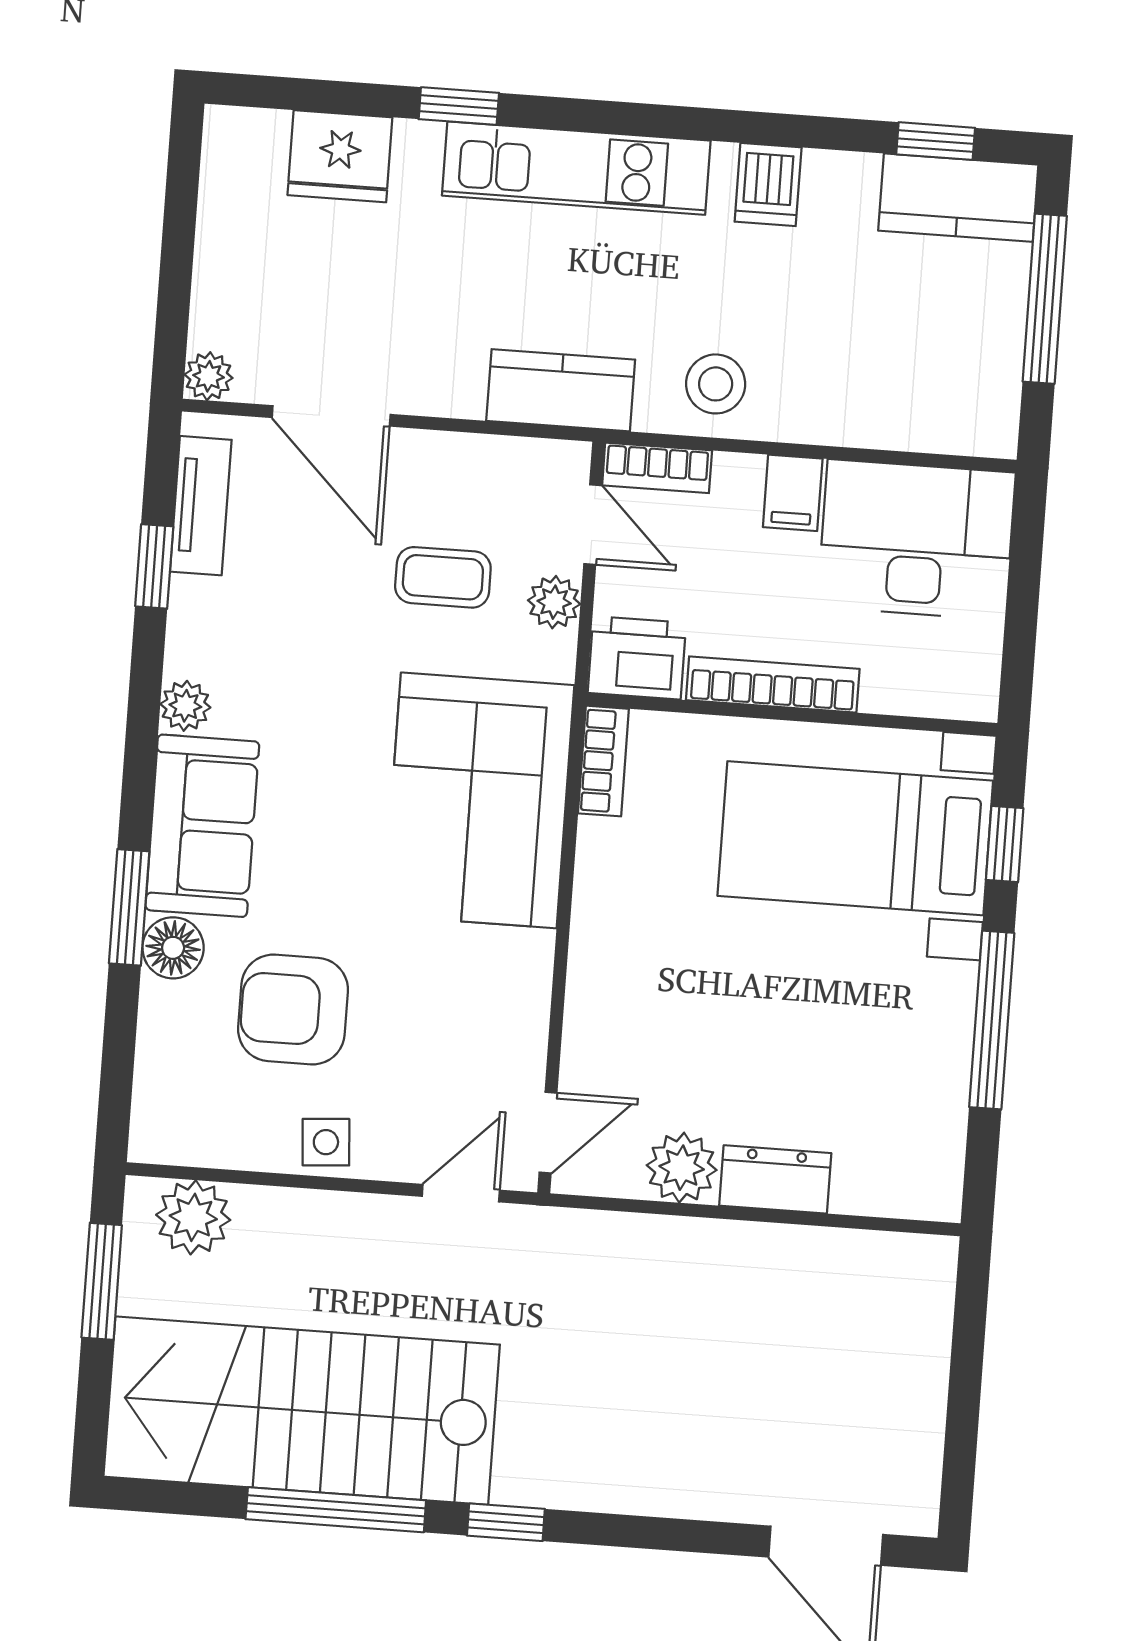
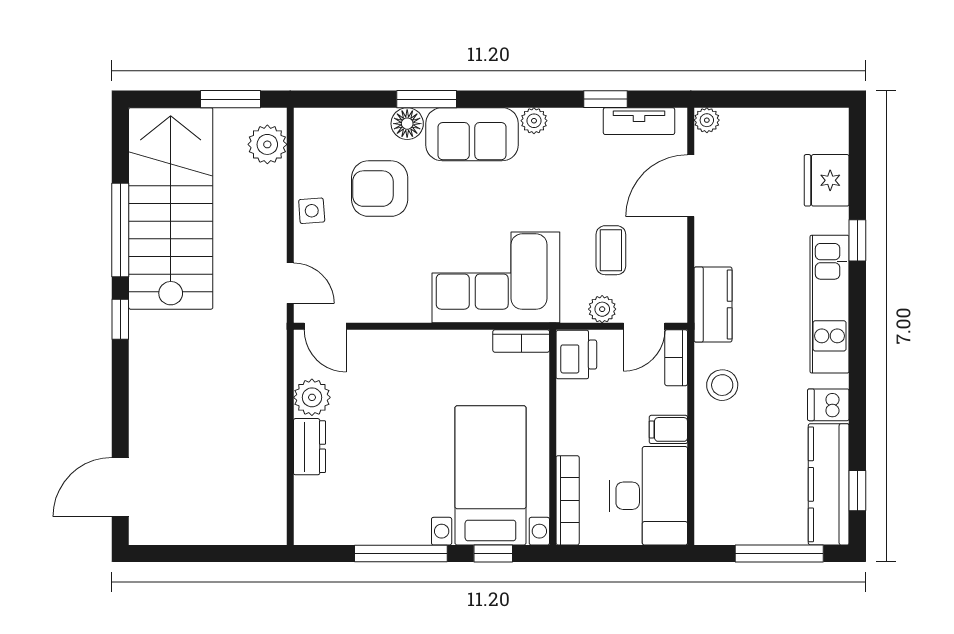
kitchen counter: (958, 198) -> (829, 484), width x1.50
bookcase: (773, 684) -> (568, 500), moved
armchair: (293, 1010) -> (380, 189), turned -90

